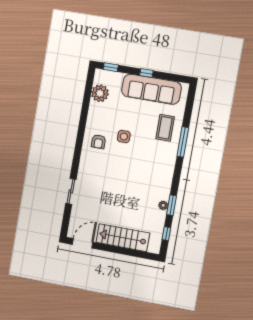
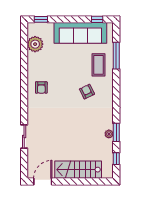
window: (146, 73) -> (97, 19), moved
side table: (124, 137) -> (63, 79), removed
window: (183, 142) -> (116, 56), moved
armchair: (147, 155) -> (87, 92), added

